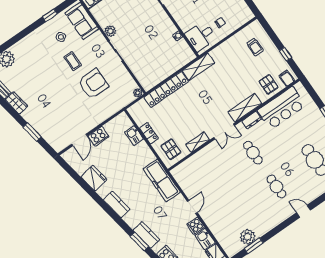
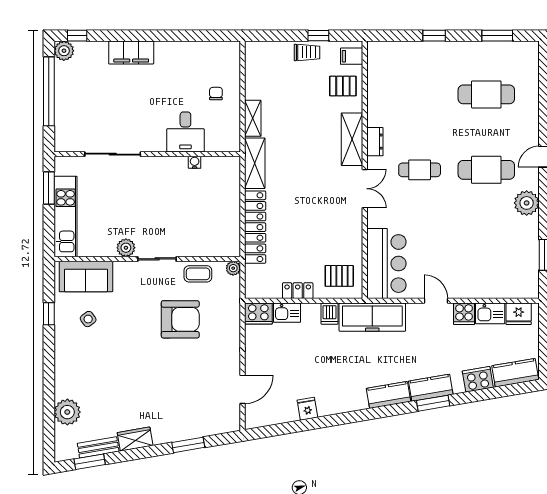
desk: (201, 36) -> (185, 132), moved
trolley: (255, 47) -> (307, 52), moved
coffee table: (73, 61) -> (198, 274), moved
armchair: (93, 84) -> (180, 319), turned 90
bar counter: (281, 108) -> (386, 264), moved
cooker: (99, 136) -> (258, 314), moved, turned 90
door: (79, 140) -> (242, 389), hinge flipped
shelving: (198, 142) -> (253, 118), moved
dishwasher: (148, 158) -> (330, 314), added
fridge: (94, 178) -> (307, 409), width x0.53, depth x0.75
cafe table: (276, 187) -> (486, 170), width x1.37, depth x1.35
kitchen counter: (117, 205) -> (388, 395), moved
plant: (248, 237) -> (527, 203), moved

